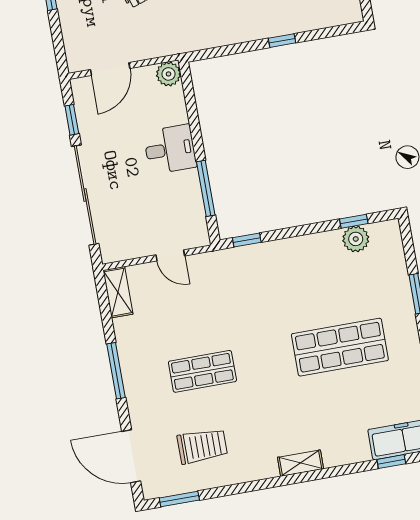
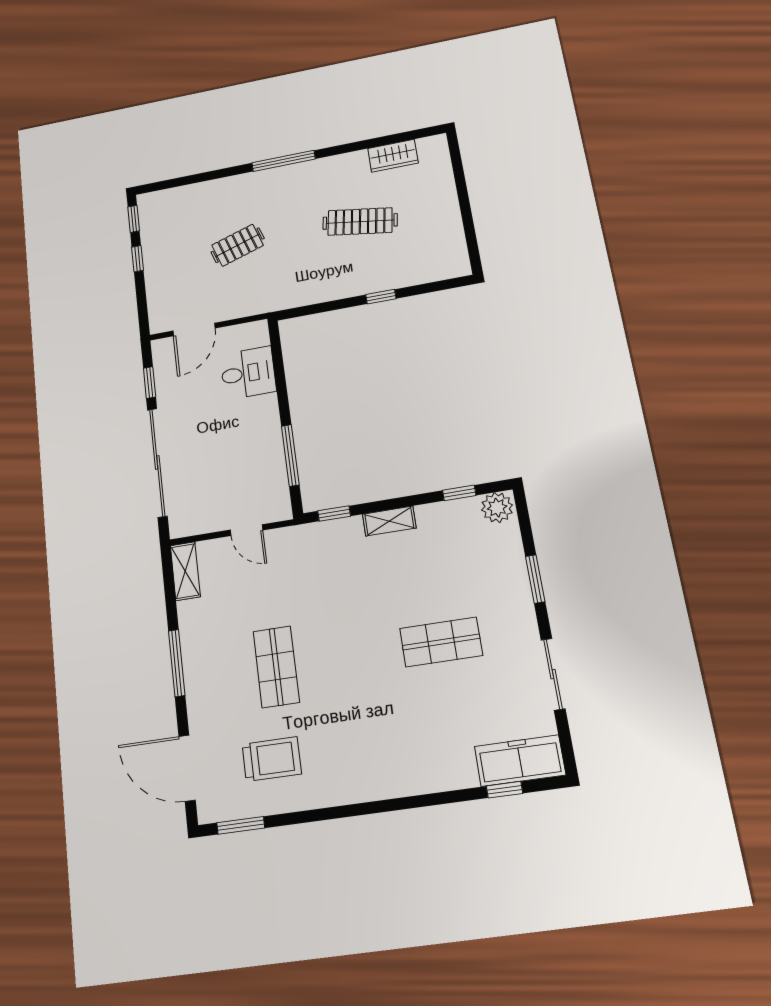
plant: (168, 74) -> (256, 334), removed
desk: (170, 149) -> (248, 373), moved
plant: (356, 239) -> (497, 508), moved
shop shelf: (340, 347) -> (441, 642), width x0.70, depth x0.74
shop shelf: (202, 371) -> (276, 667), turned 90
shelving: (301, 463) -> (389, 521), moved

